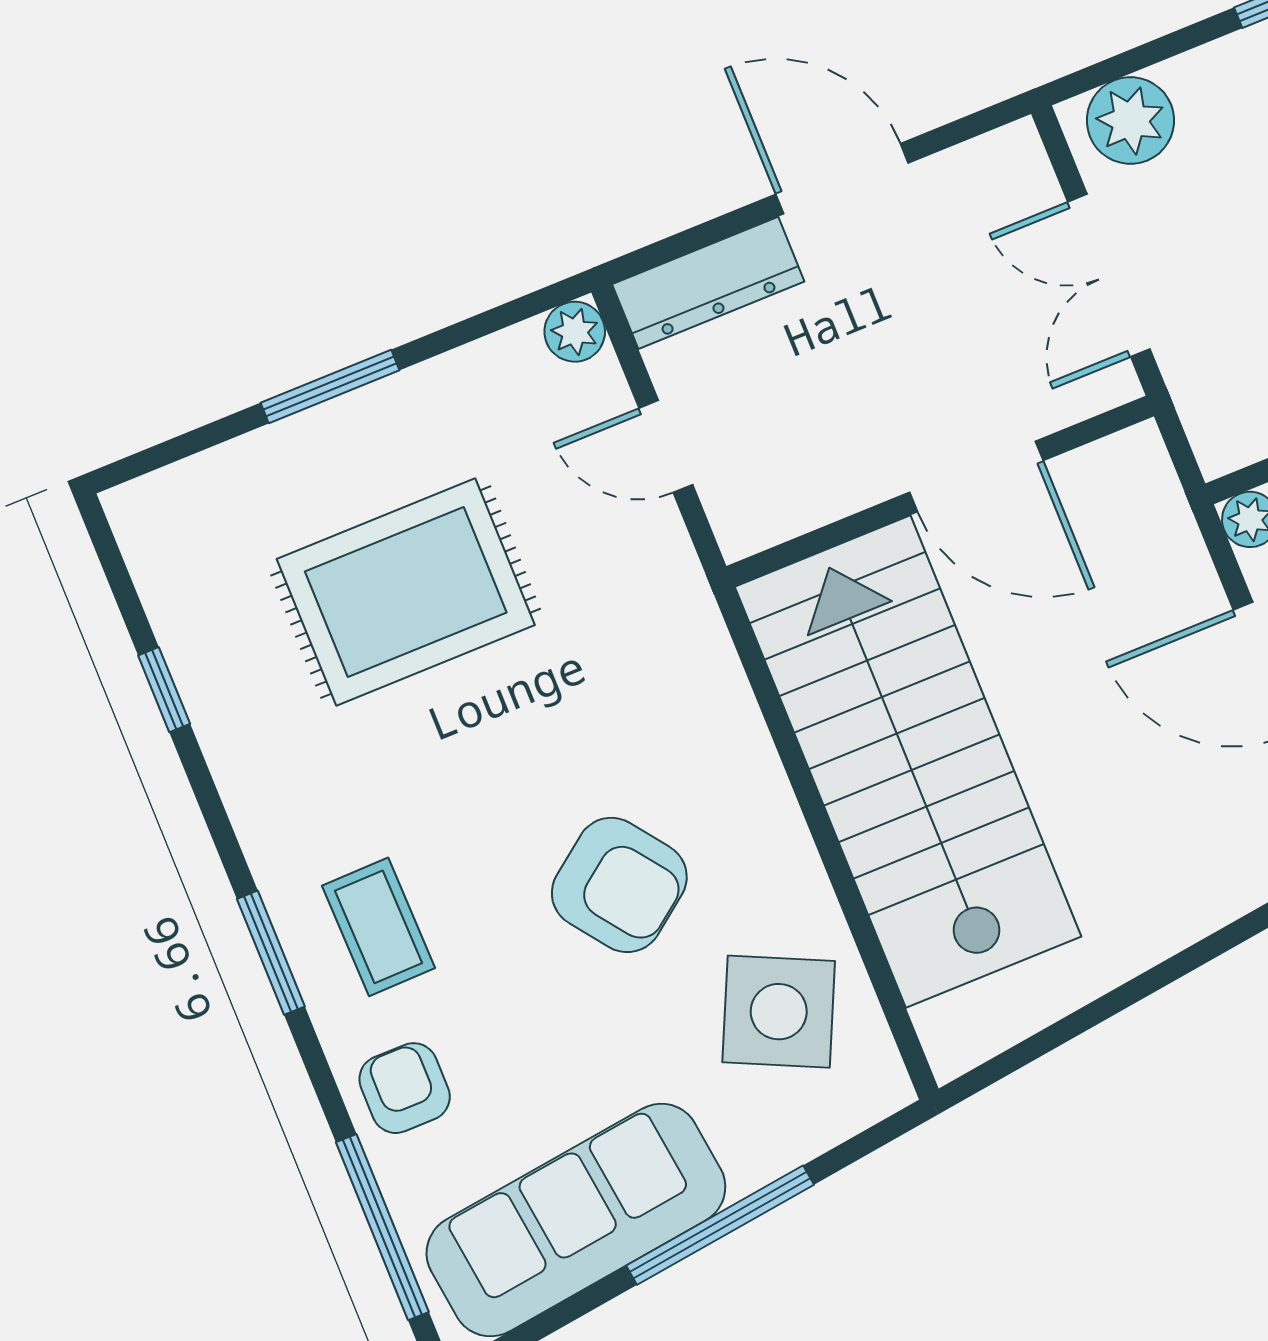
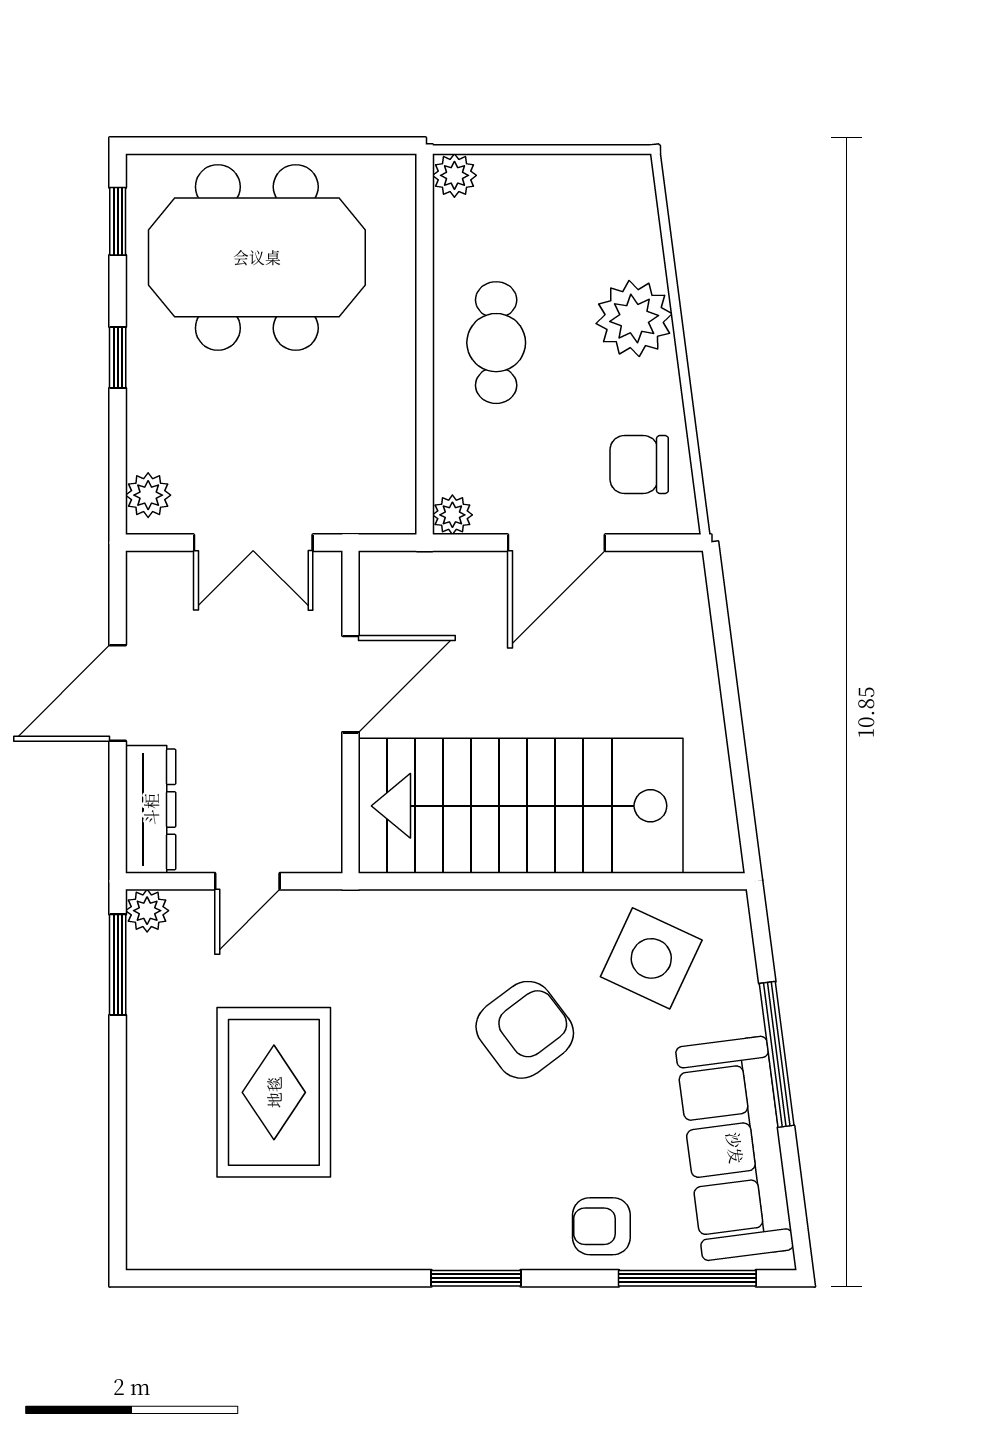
plant: (1130, 120) -> (148, 495), width x0.73, depth x0.73
window: (330, 387) -> (118, 965), moved
window: (164, 690) -> (273, 1278), removed
coffee table: (379, 927) -> (488, 1200), removed

